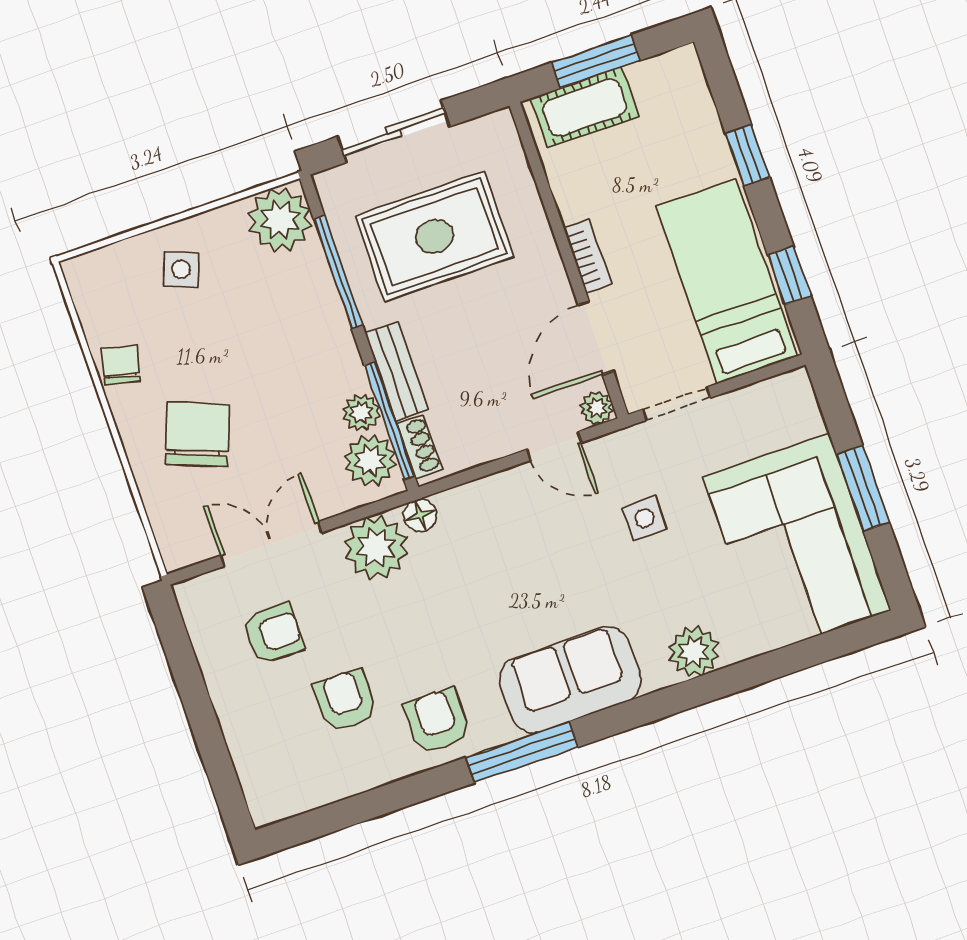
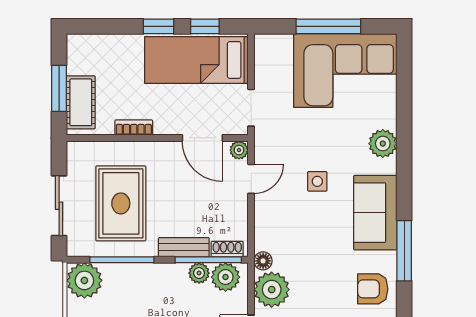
window: (748, 155) -> (158, 26), moved
bookcase: (588, 256) -> (134, 128), moved
window: (863, 488) -> (328, 26), width x1.44
side table: (644, 518) -> (317, 181), moved

